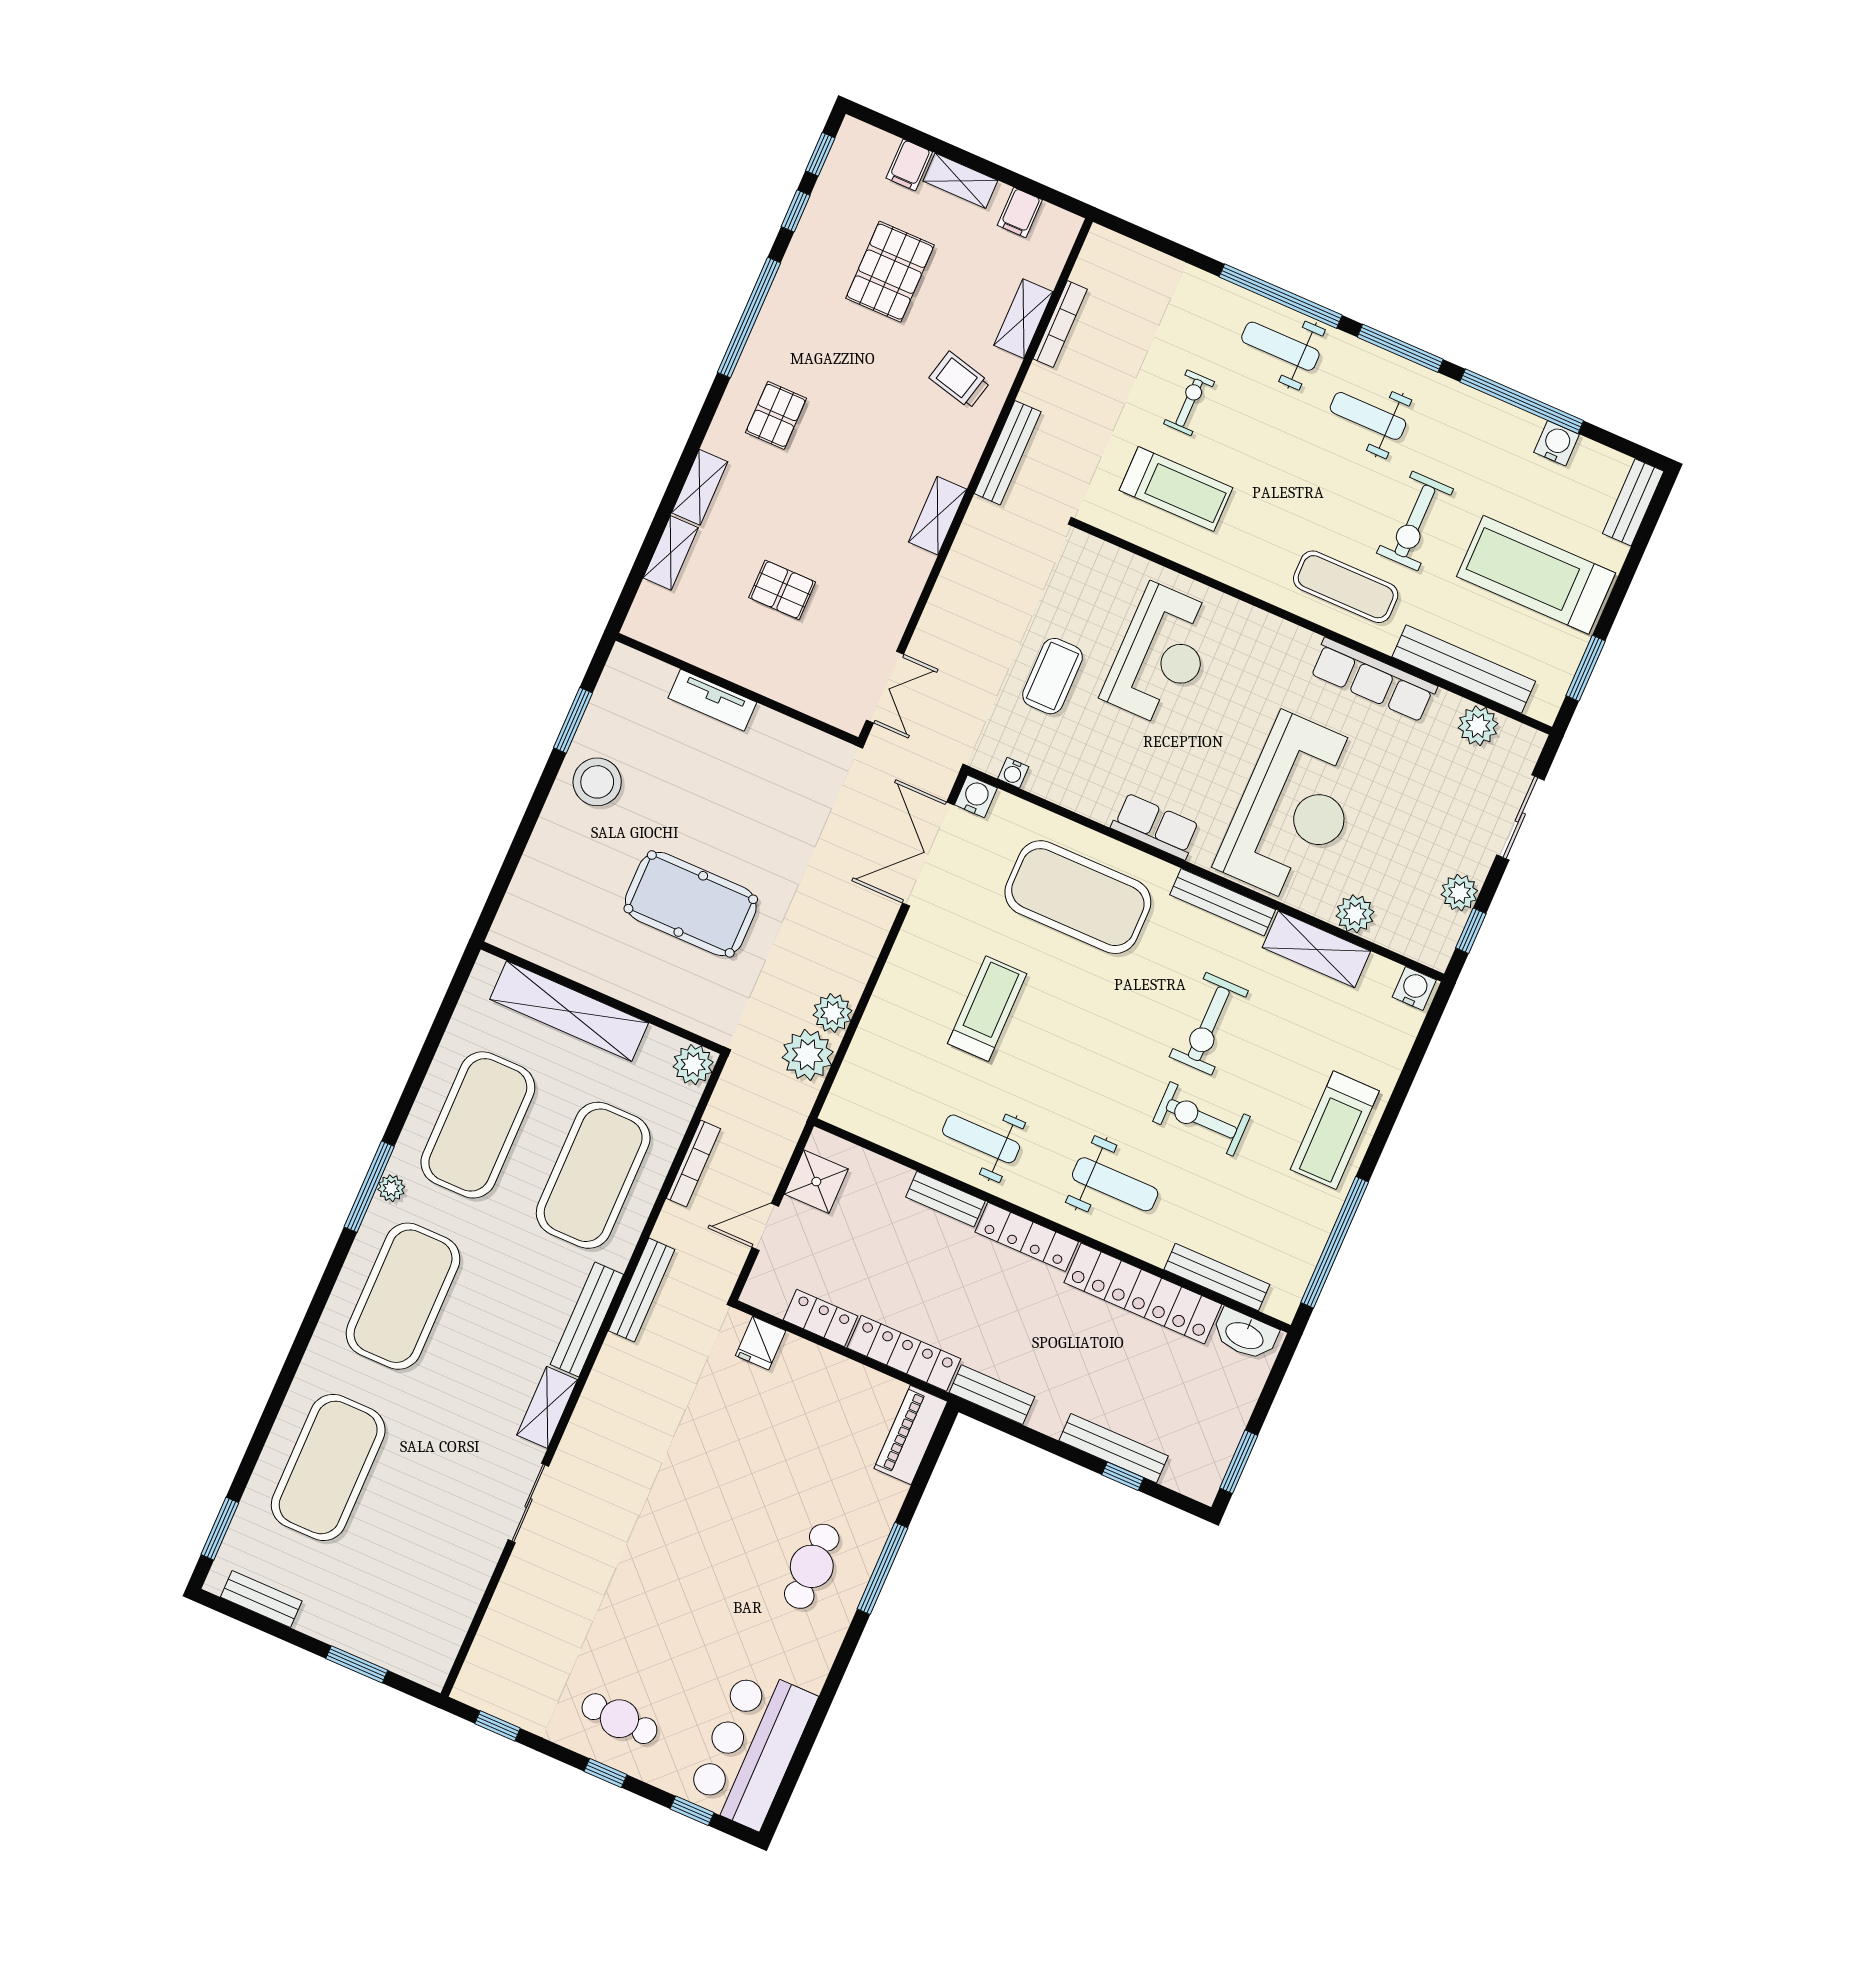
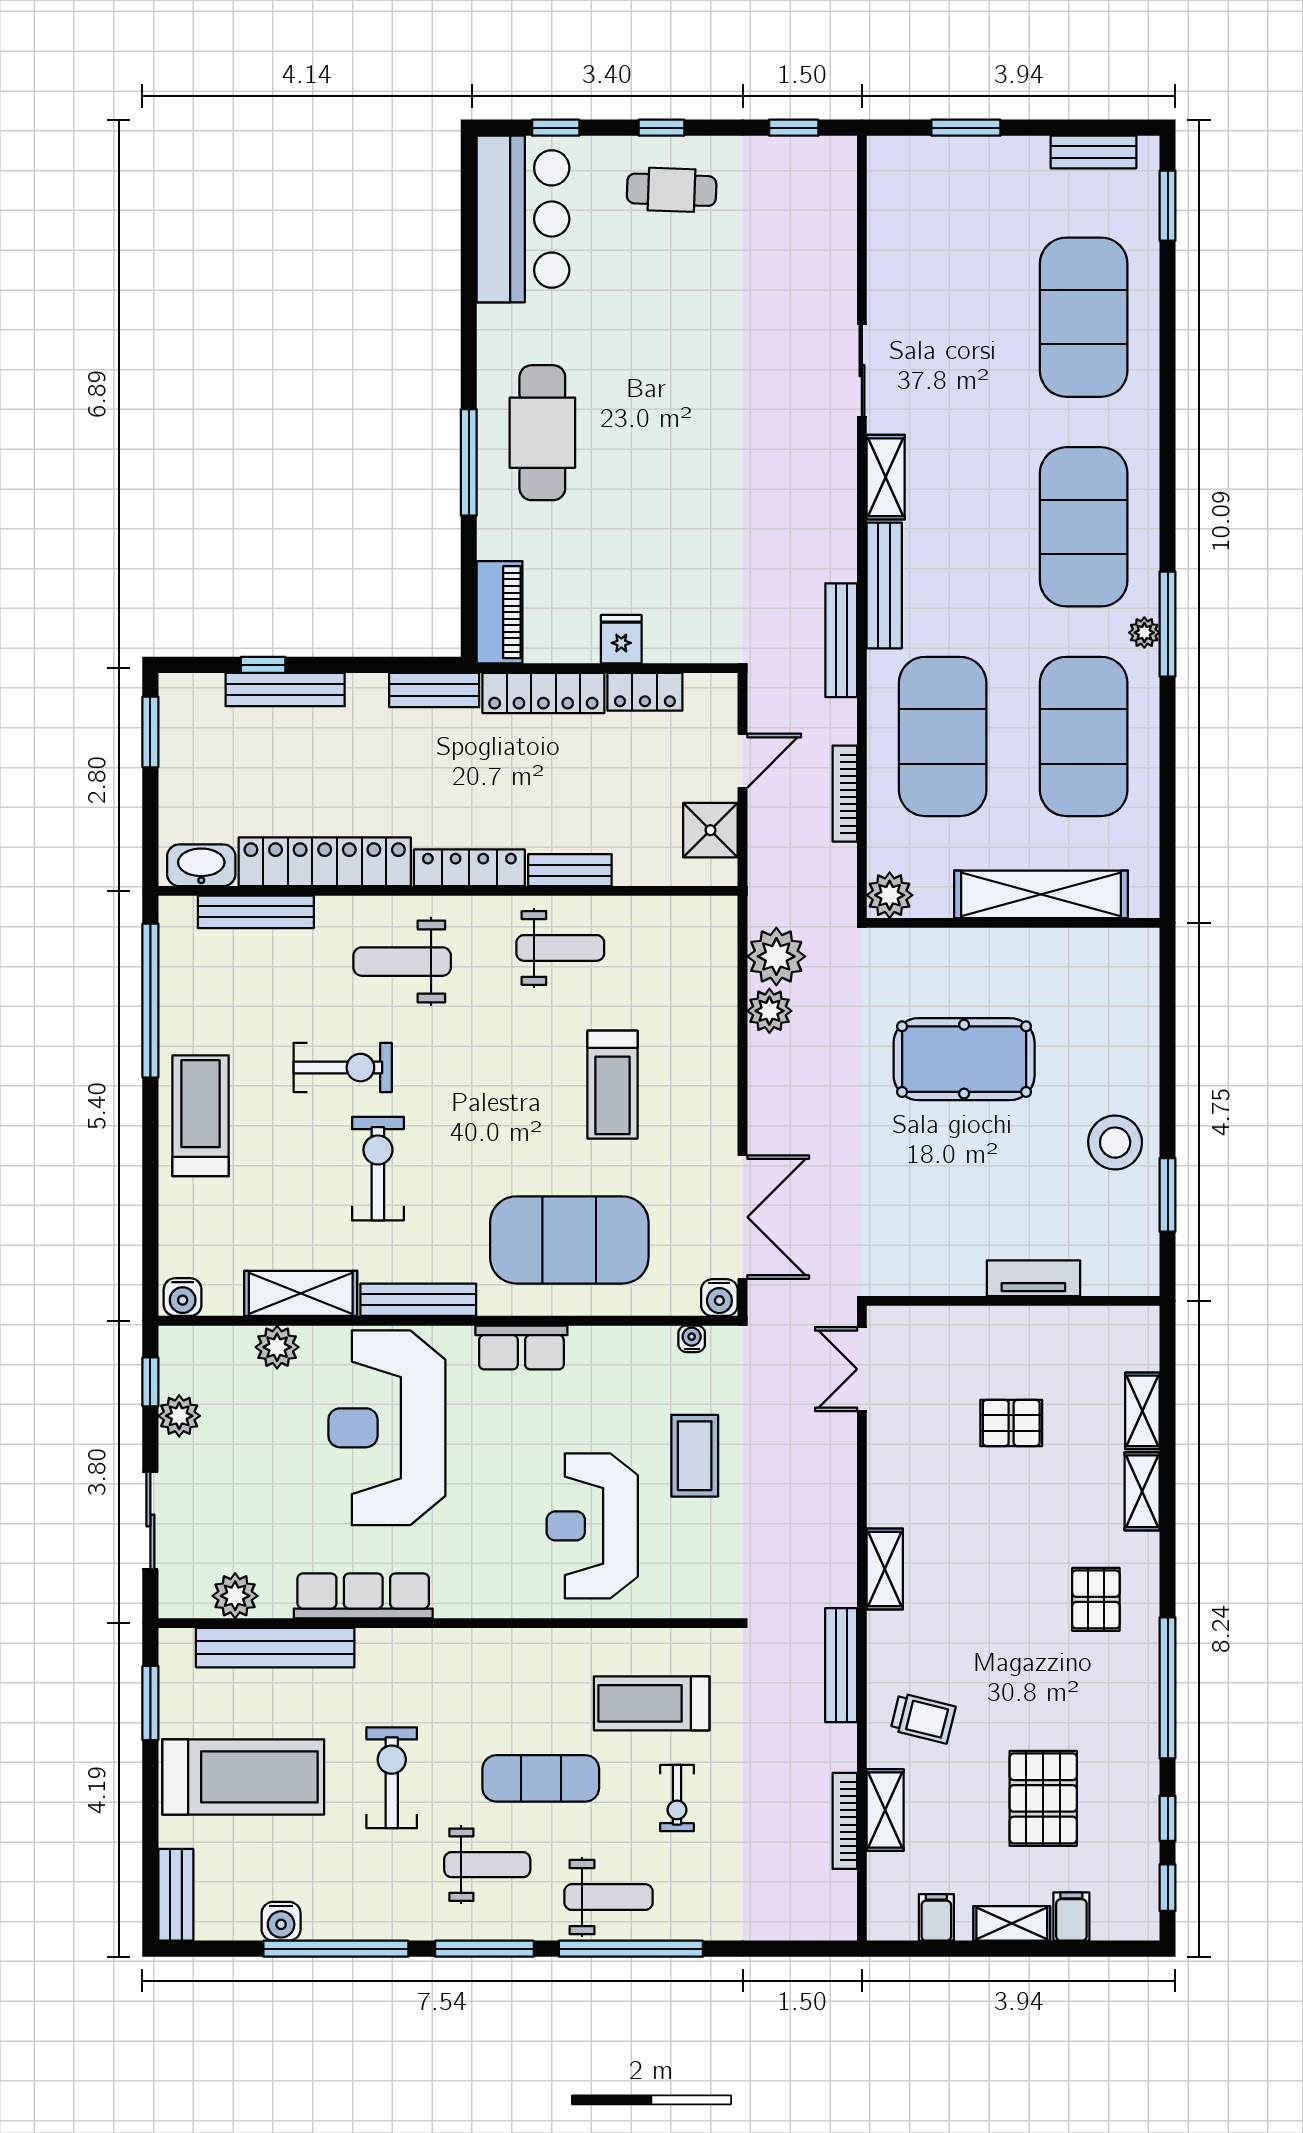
exercise mat: (1346, 587) -> (541, 1778), moved
fridge: (761, 1343) -> (621, 639), moved
cafe table: (812, 1566) -> (542, 433), width x1.37, depth x1.35

